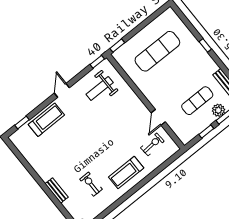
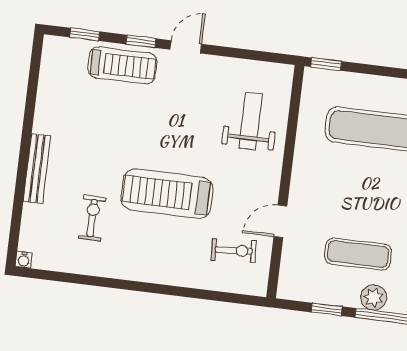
window: (97, 62) -> (141, 41), moved
weight bench: (100, 88) -> (251, 121), moved, turned 90
treadmill: (126, 173) -> (167, 194), moved, width x1.37, depth x1.38
bench: (57, 190) -> (37, 169), width x1.36

